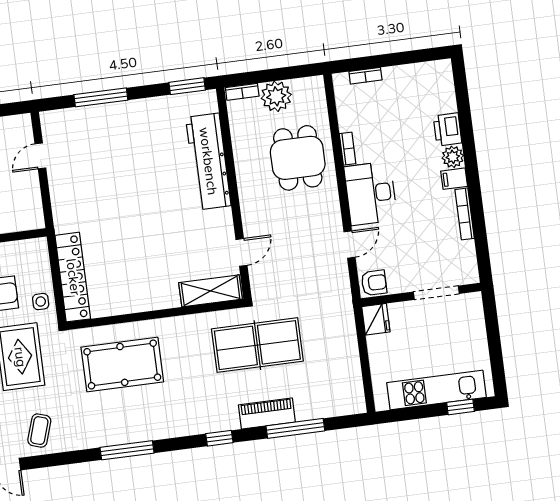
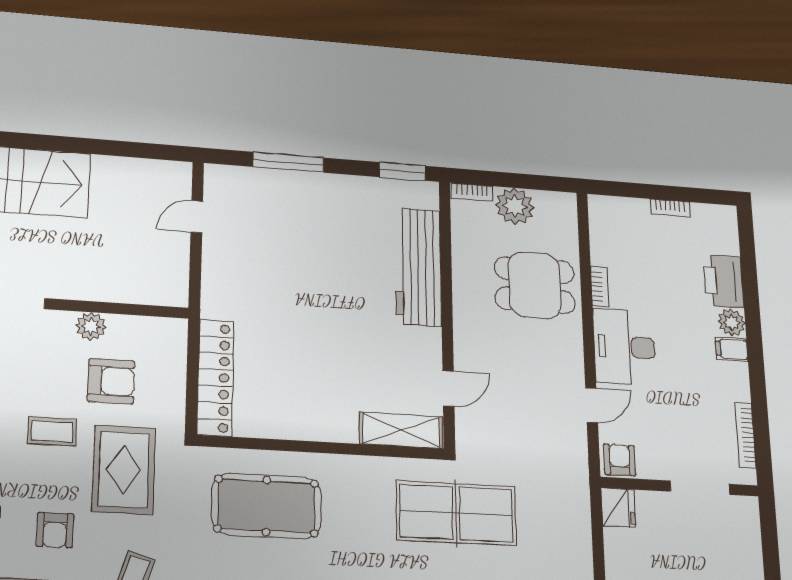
bookcase: (365, 76) -> (670, 208), moved
printer: (448, 129) -> (723, 281), width x1.37, depth x1.19
dining table: (298, 158) -> (535, 285), turned 90
bookcase: (465, 214) -> (745, 435), moved
armchair: (374, 283) -> (620, 460), turned -90
side table: (41, 302) -> (166, 401), removed

